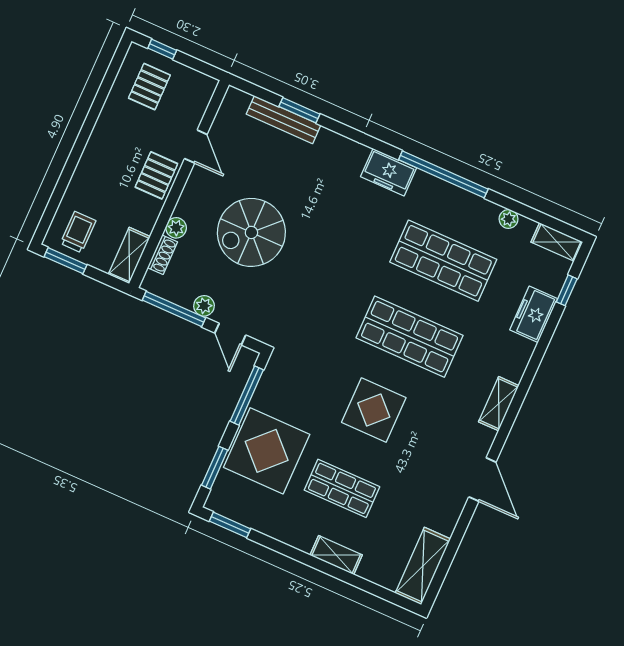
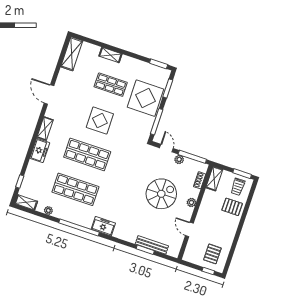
pallet: (156, 175) -> (232, 207), moved, turned 90
plant: (176, 228) -> (191, 203), moved
freezer: (534, 314) -> (40, 151), moved

